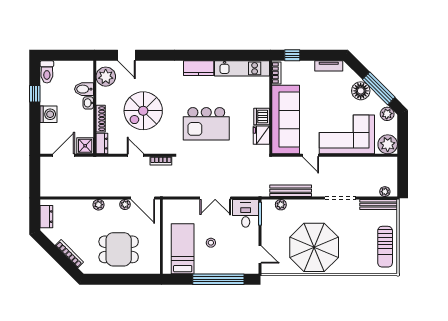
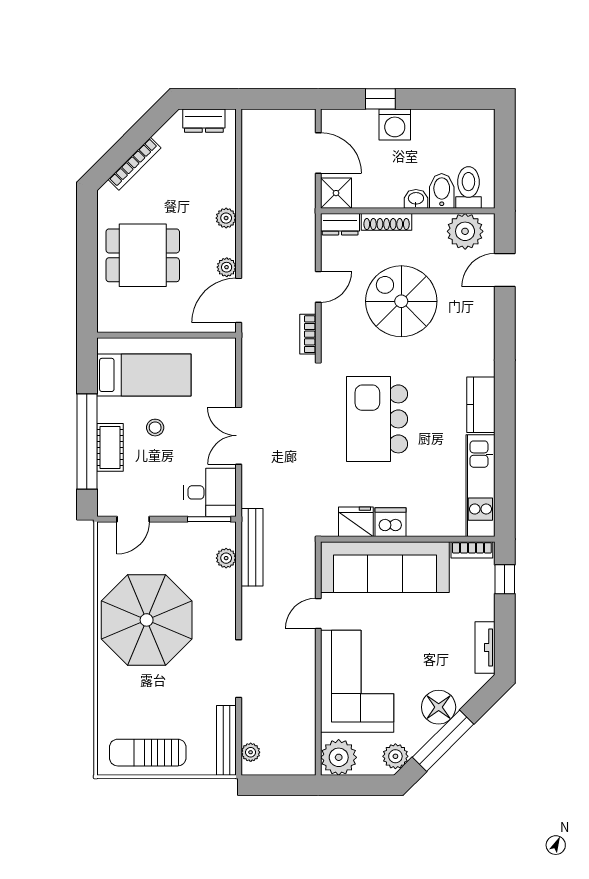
toilet: (47, 72) -> (468, 187), moved, turned 90
window: (35, 94) -> (380, 99), moved
bench: (291, 191) -> (252, 547), moved
dining table: (119, 249) -> (143, 255), turned 90
cot: (222, 267) -> (110, 447), added

